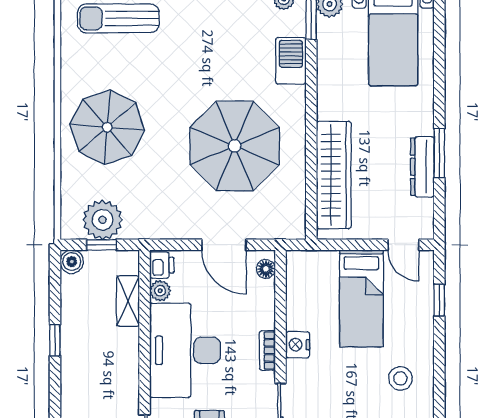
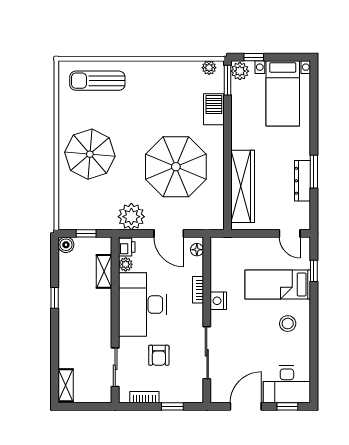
plant: (103, 220) -> (131, 217), moved
bed: (361, 298) -> (278, 284), moved, turned 90
bookcase: (267, 350) -> (198, 290), moved

